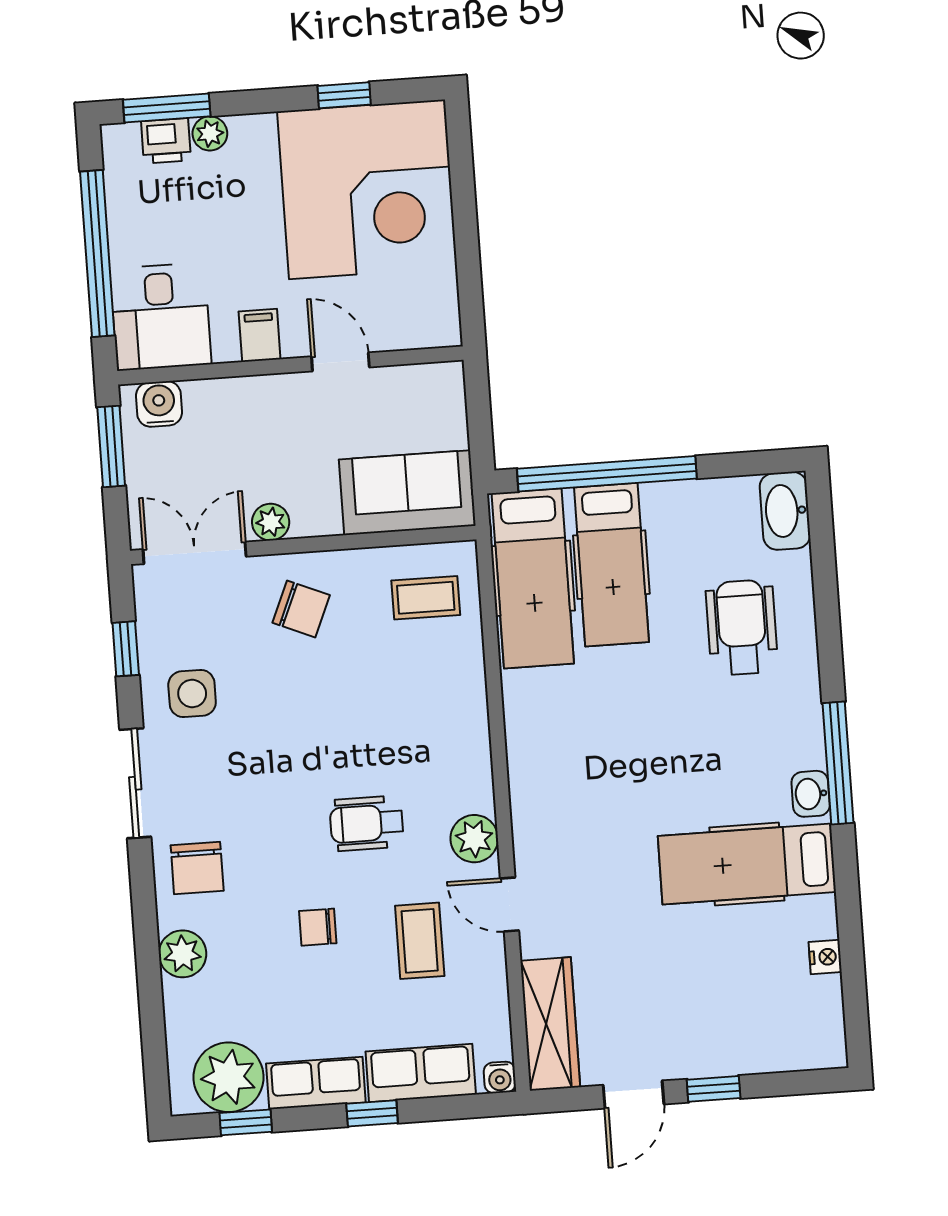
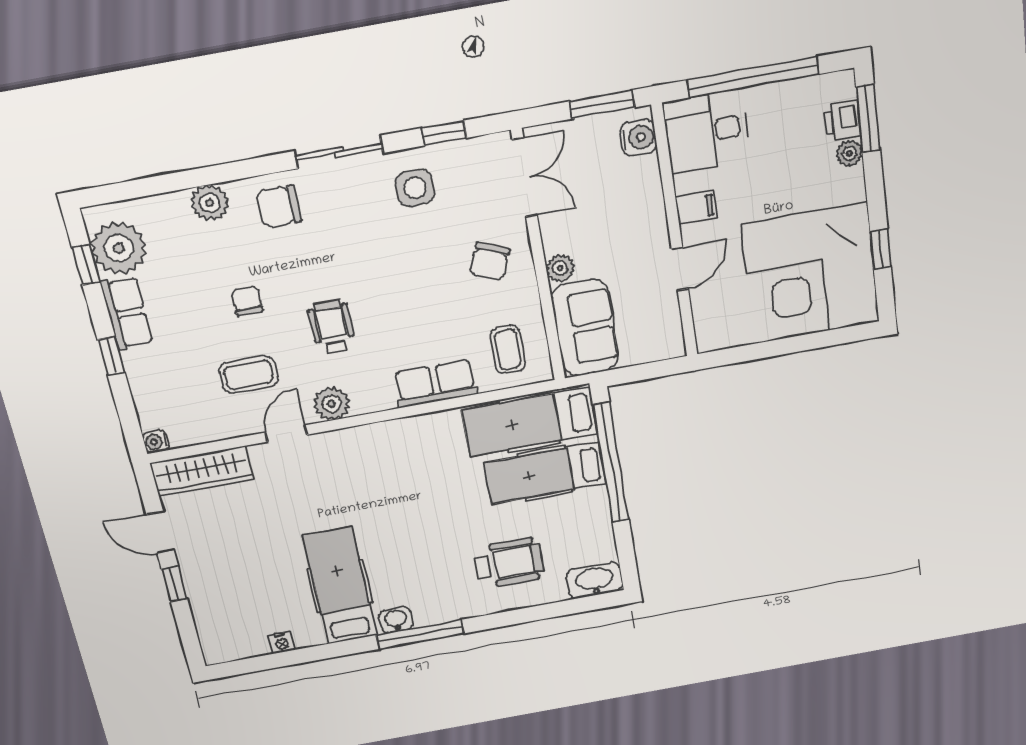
plant: (271, 522) -> (560, 268), moved
row of seats: (421, 1073) -> (435, 384), moved, turned -90

